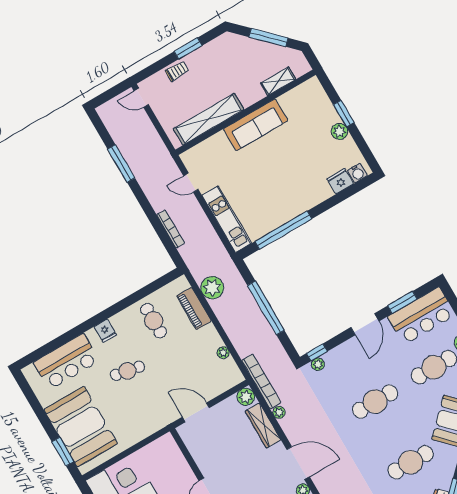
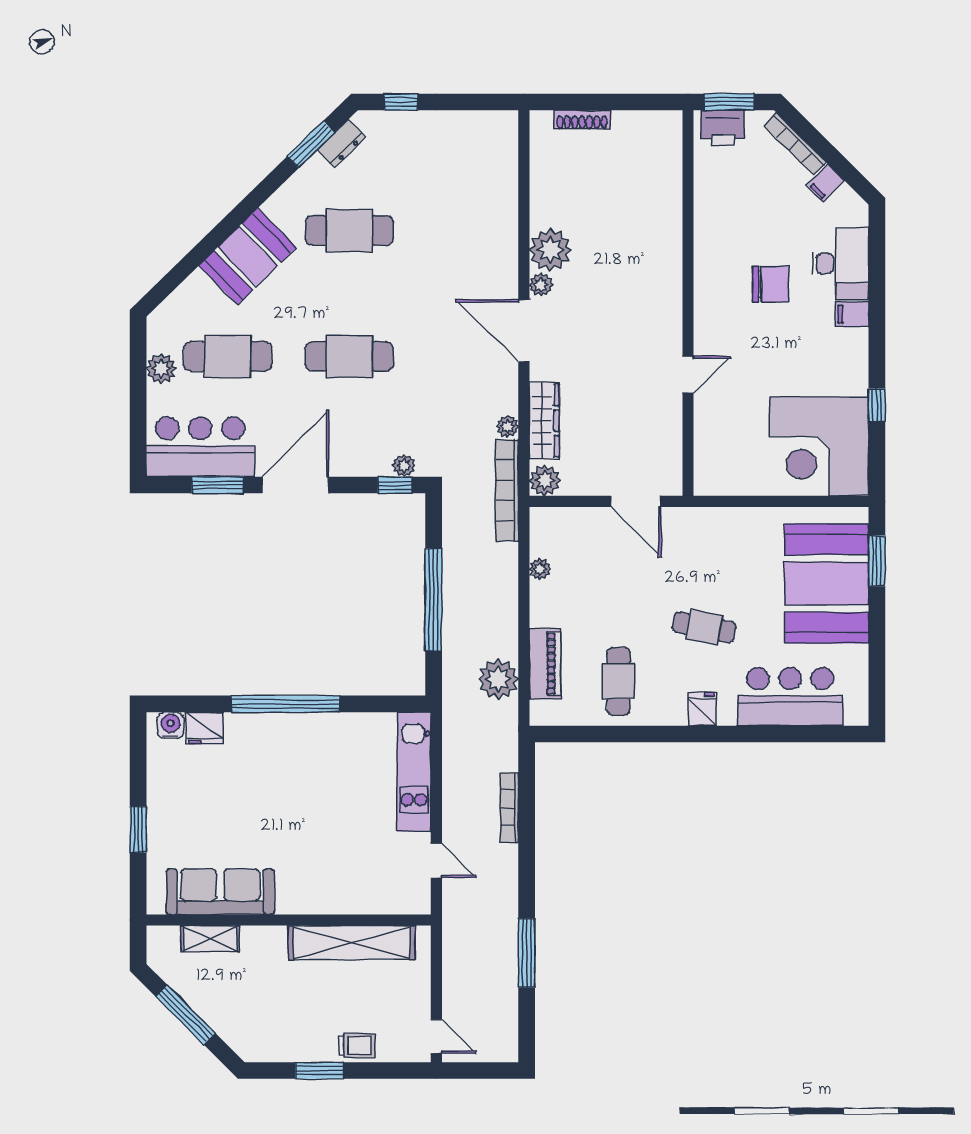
trolley: (177, 71) -> (357, 1045), turned 180
sofa: (256, 125) -> (220, 892), moved
plant: (339, 131) -> (161, 806), removed
window: (283, 230) -> (286, 704), moved
door: (365, 324) -> (295, 485), width x1.36

